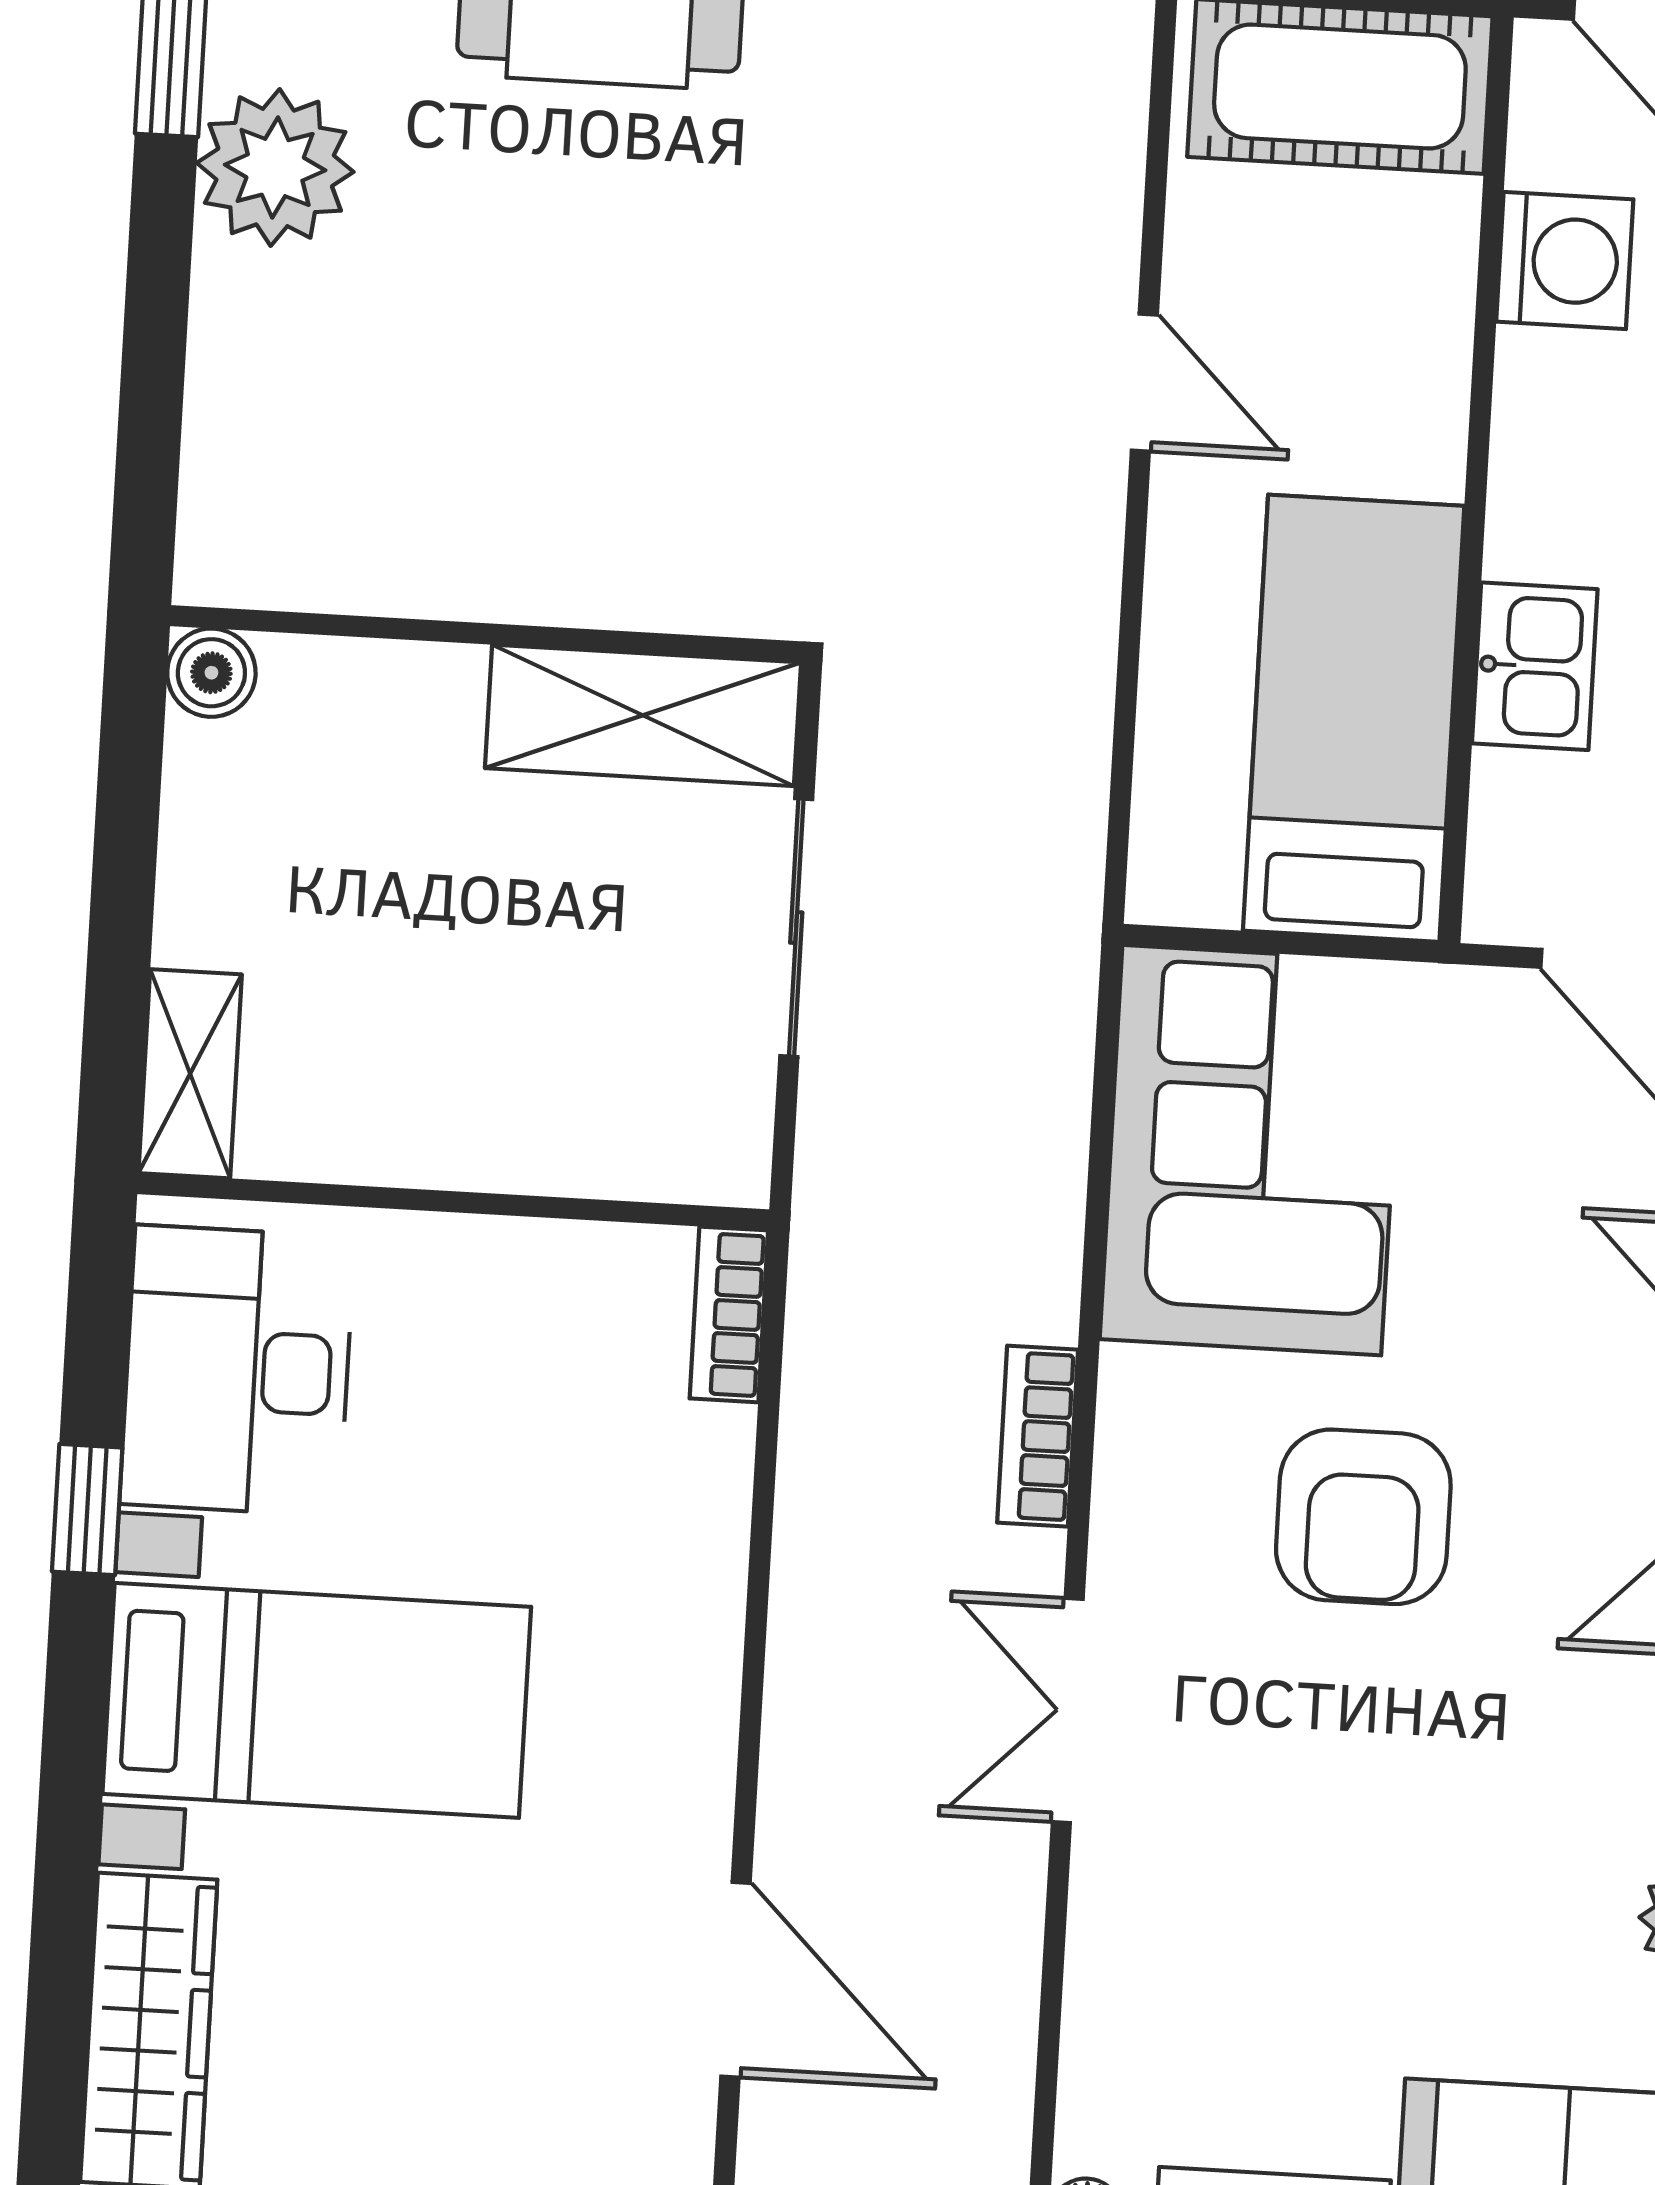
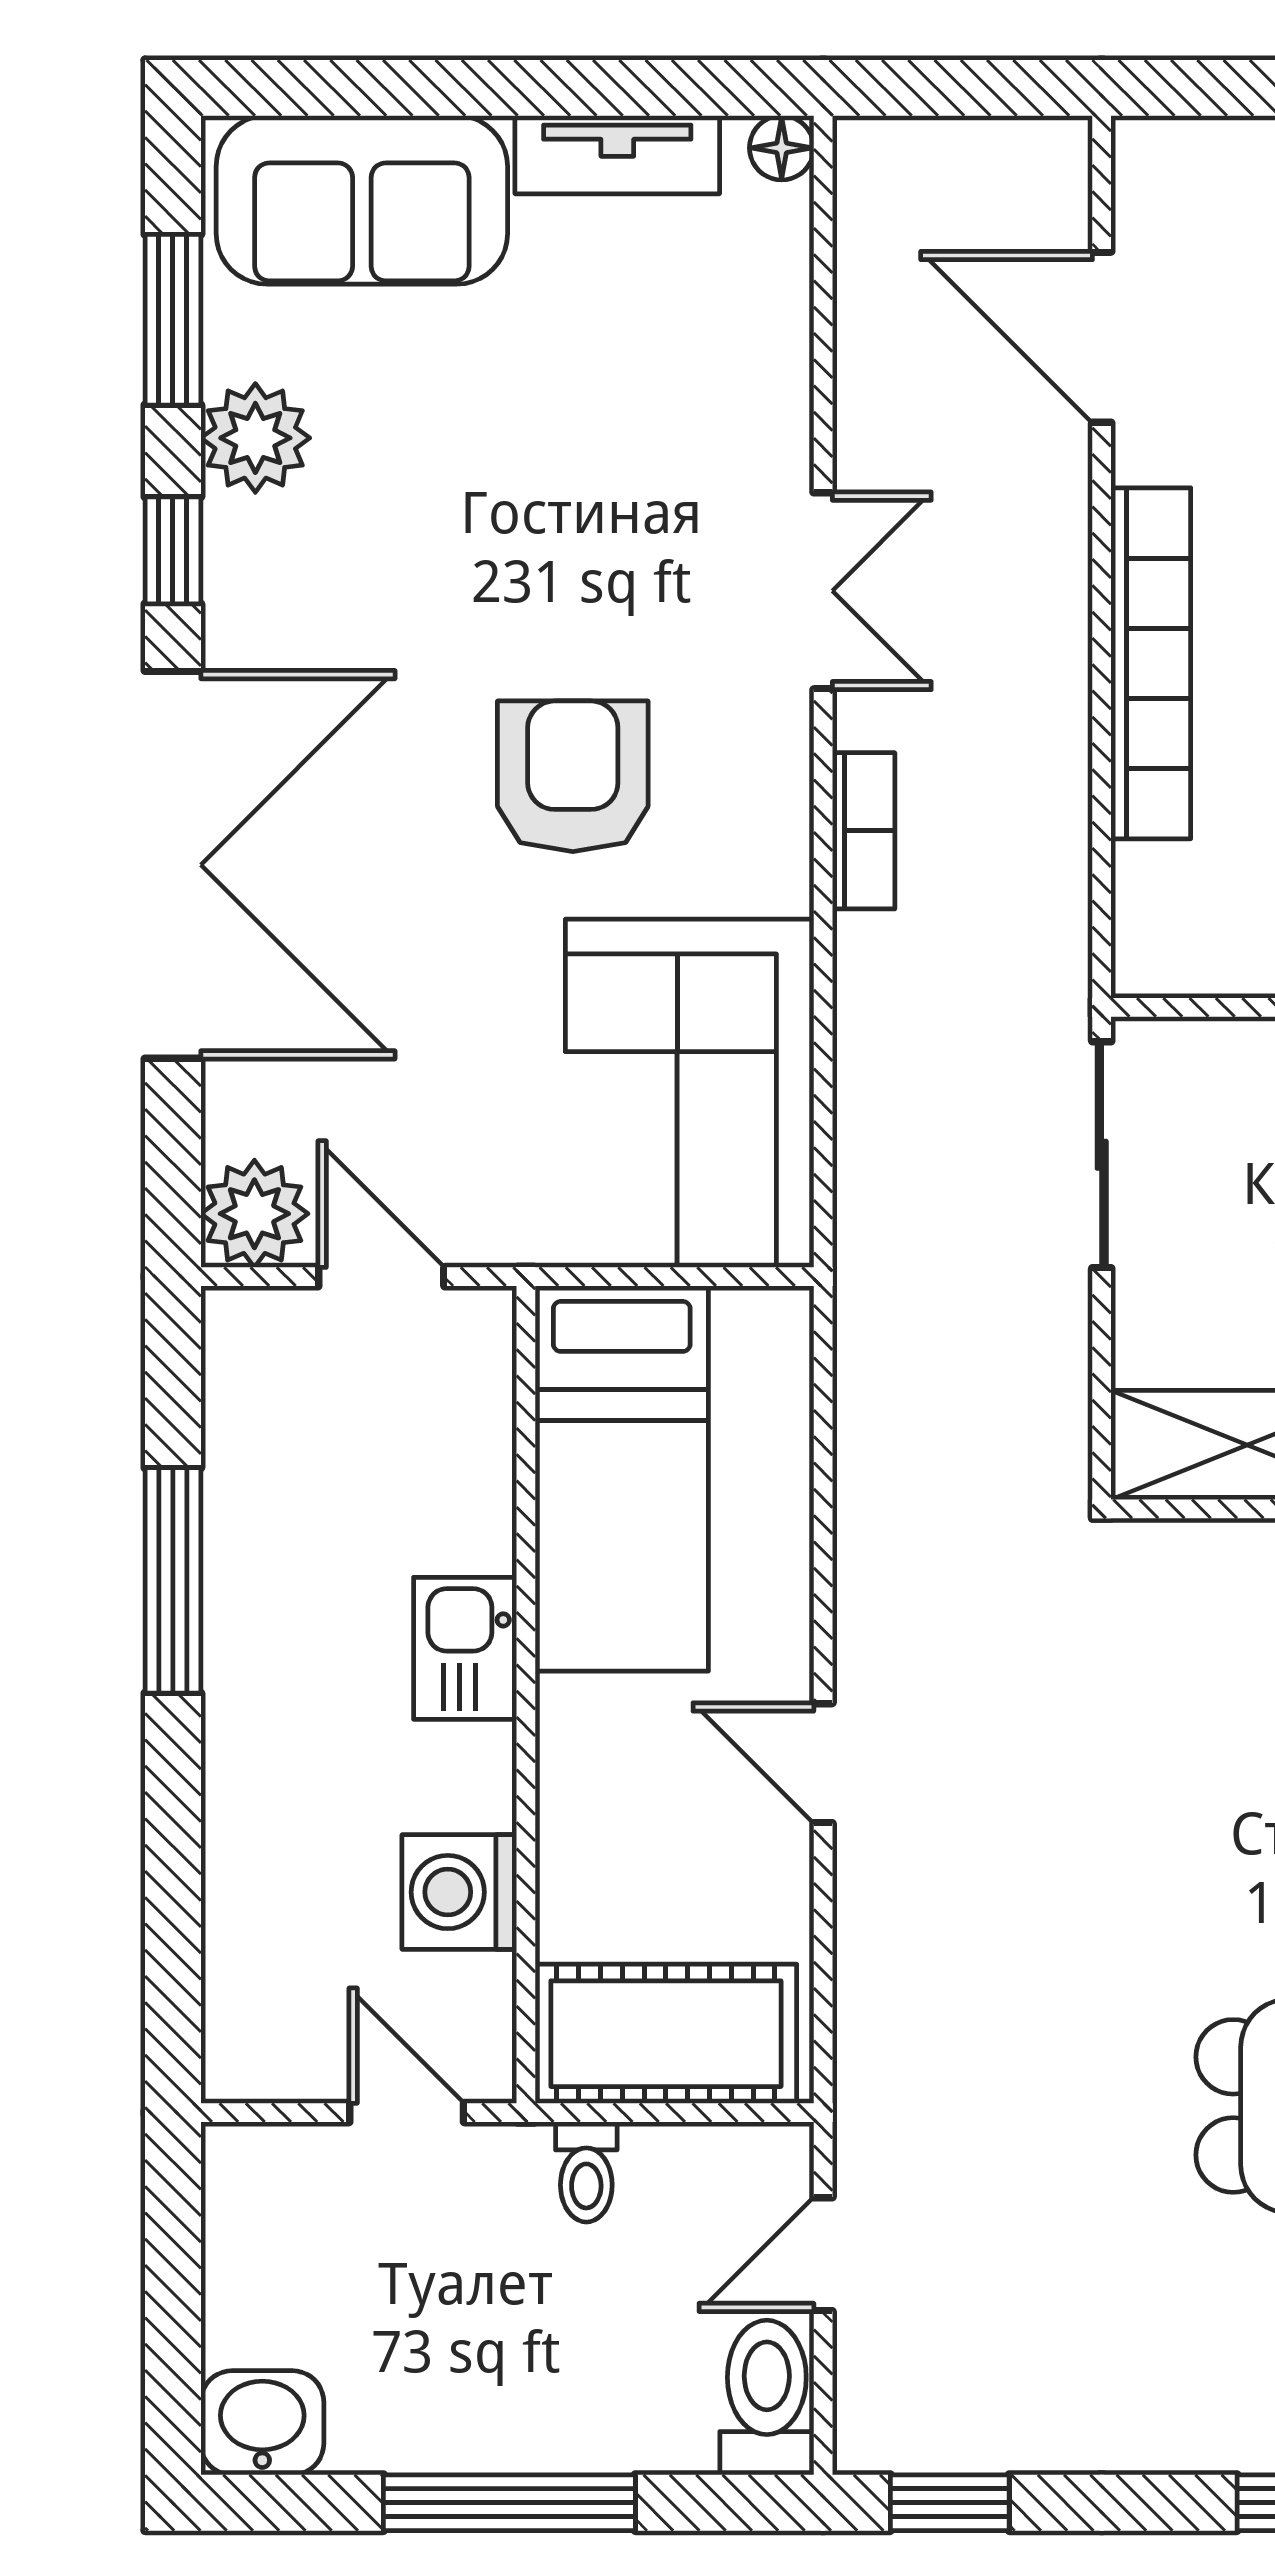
kitchen sink: (1535, 666) -> (465, 1648), moved
sliding door: (796, 928) -> (1102, 1155), moved
bookcase: (729, 1314) -> (1151, 663), moved, width x2.31, depth x1.31

